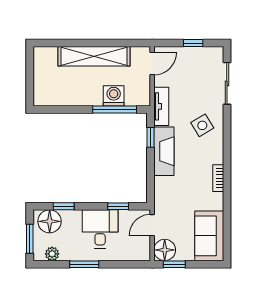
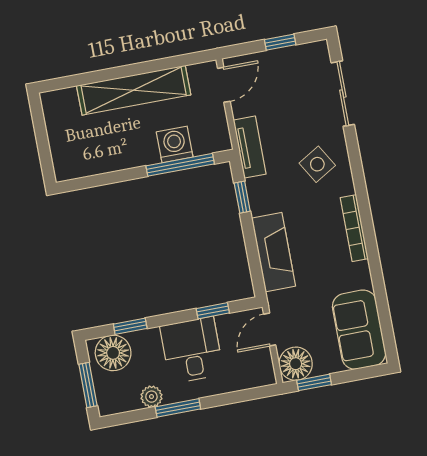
fireplace: (164, 151) -> (274, 252), moved
bookcase: (218, 178) -> (354, 228), width x1.56
plant: (52, 254) -> (151, 397), moved

